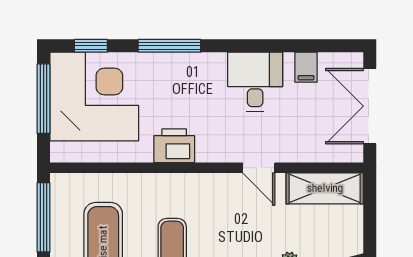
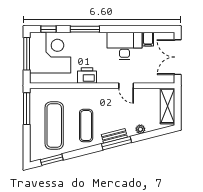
desk: (255, 82) -> (124, 46), width x1.37
shelving: (325, 188) -> (167, 106), moved, turned 90

